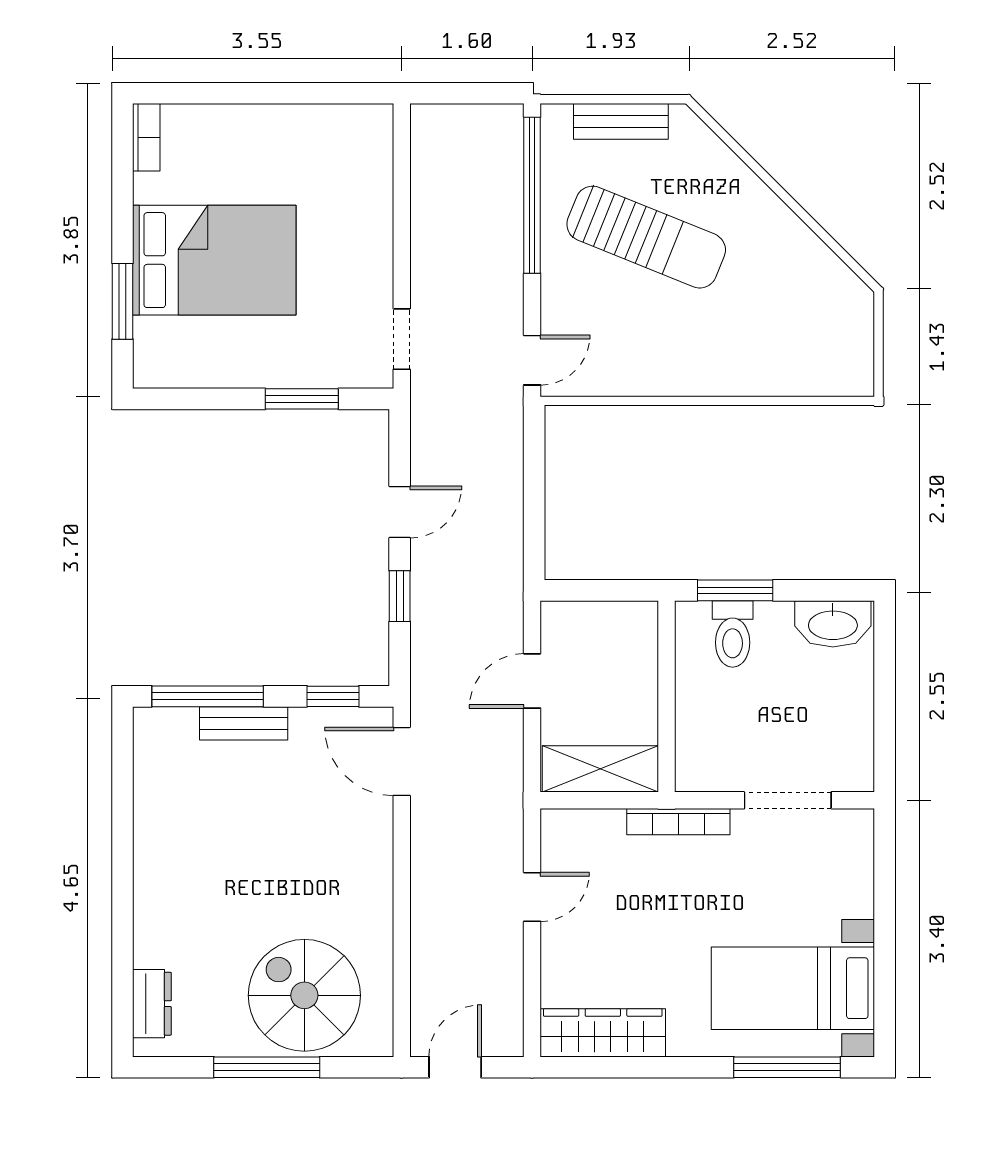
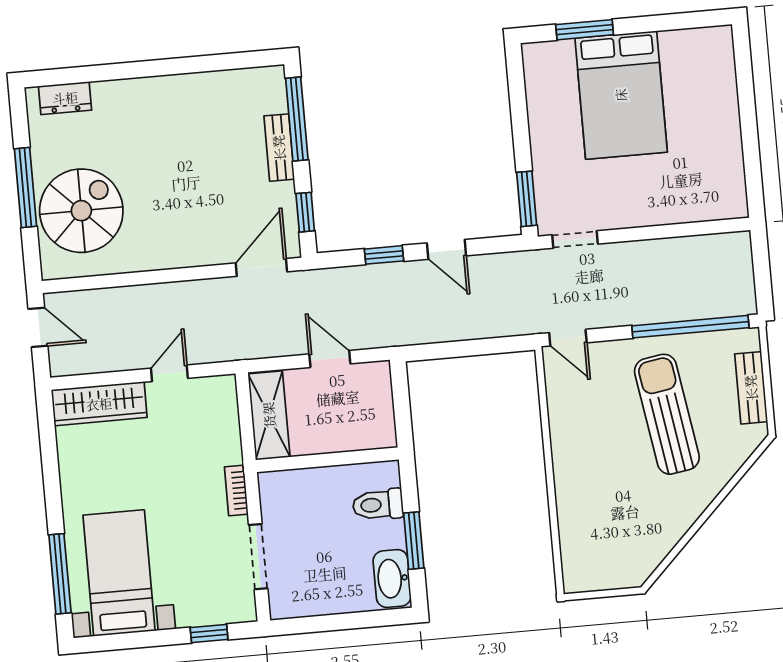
bookcase: (146, 137) -> (708, 36), removed
sun lounger: (646, 237) -> (667, 414), turned 149
window: (302, 399) -> (527, 199), moved
window: (735, 590) -> (414, 541), moved
bookcase: (678, 822) -> (236, 491), width x0.64
window: (885, 875) -> (209, 633), added
door: (532, 897) -> (169, 373), swing flipped
wardrobe: (603, 1033) -> (99, 404), moved, turned 90

